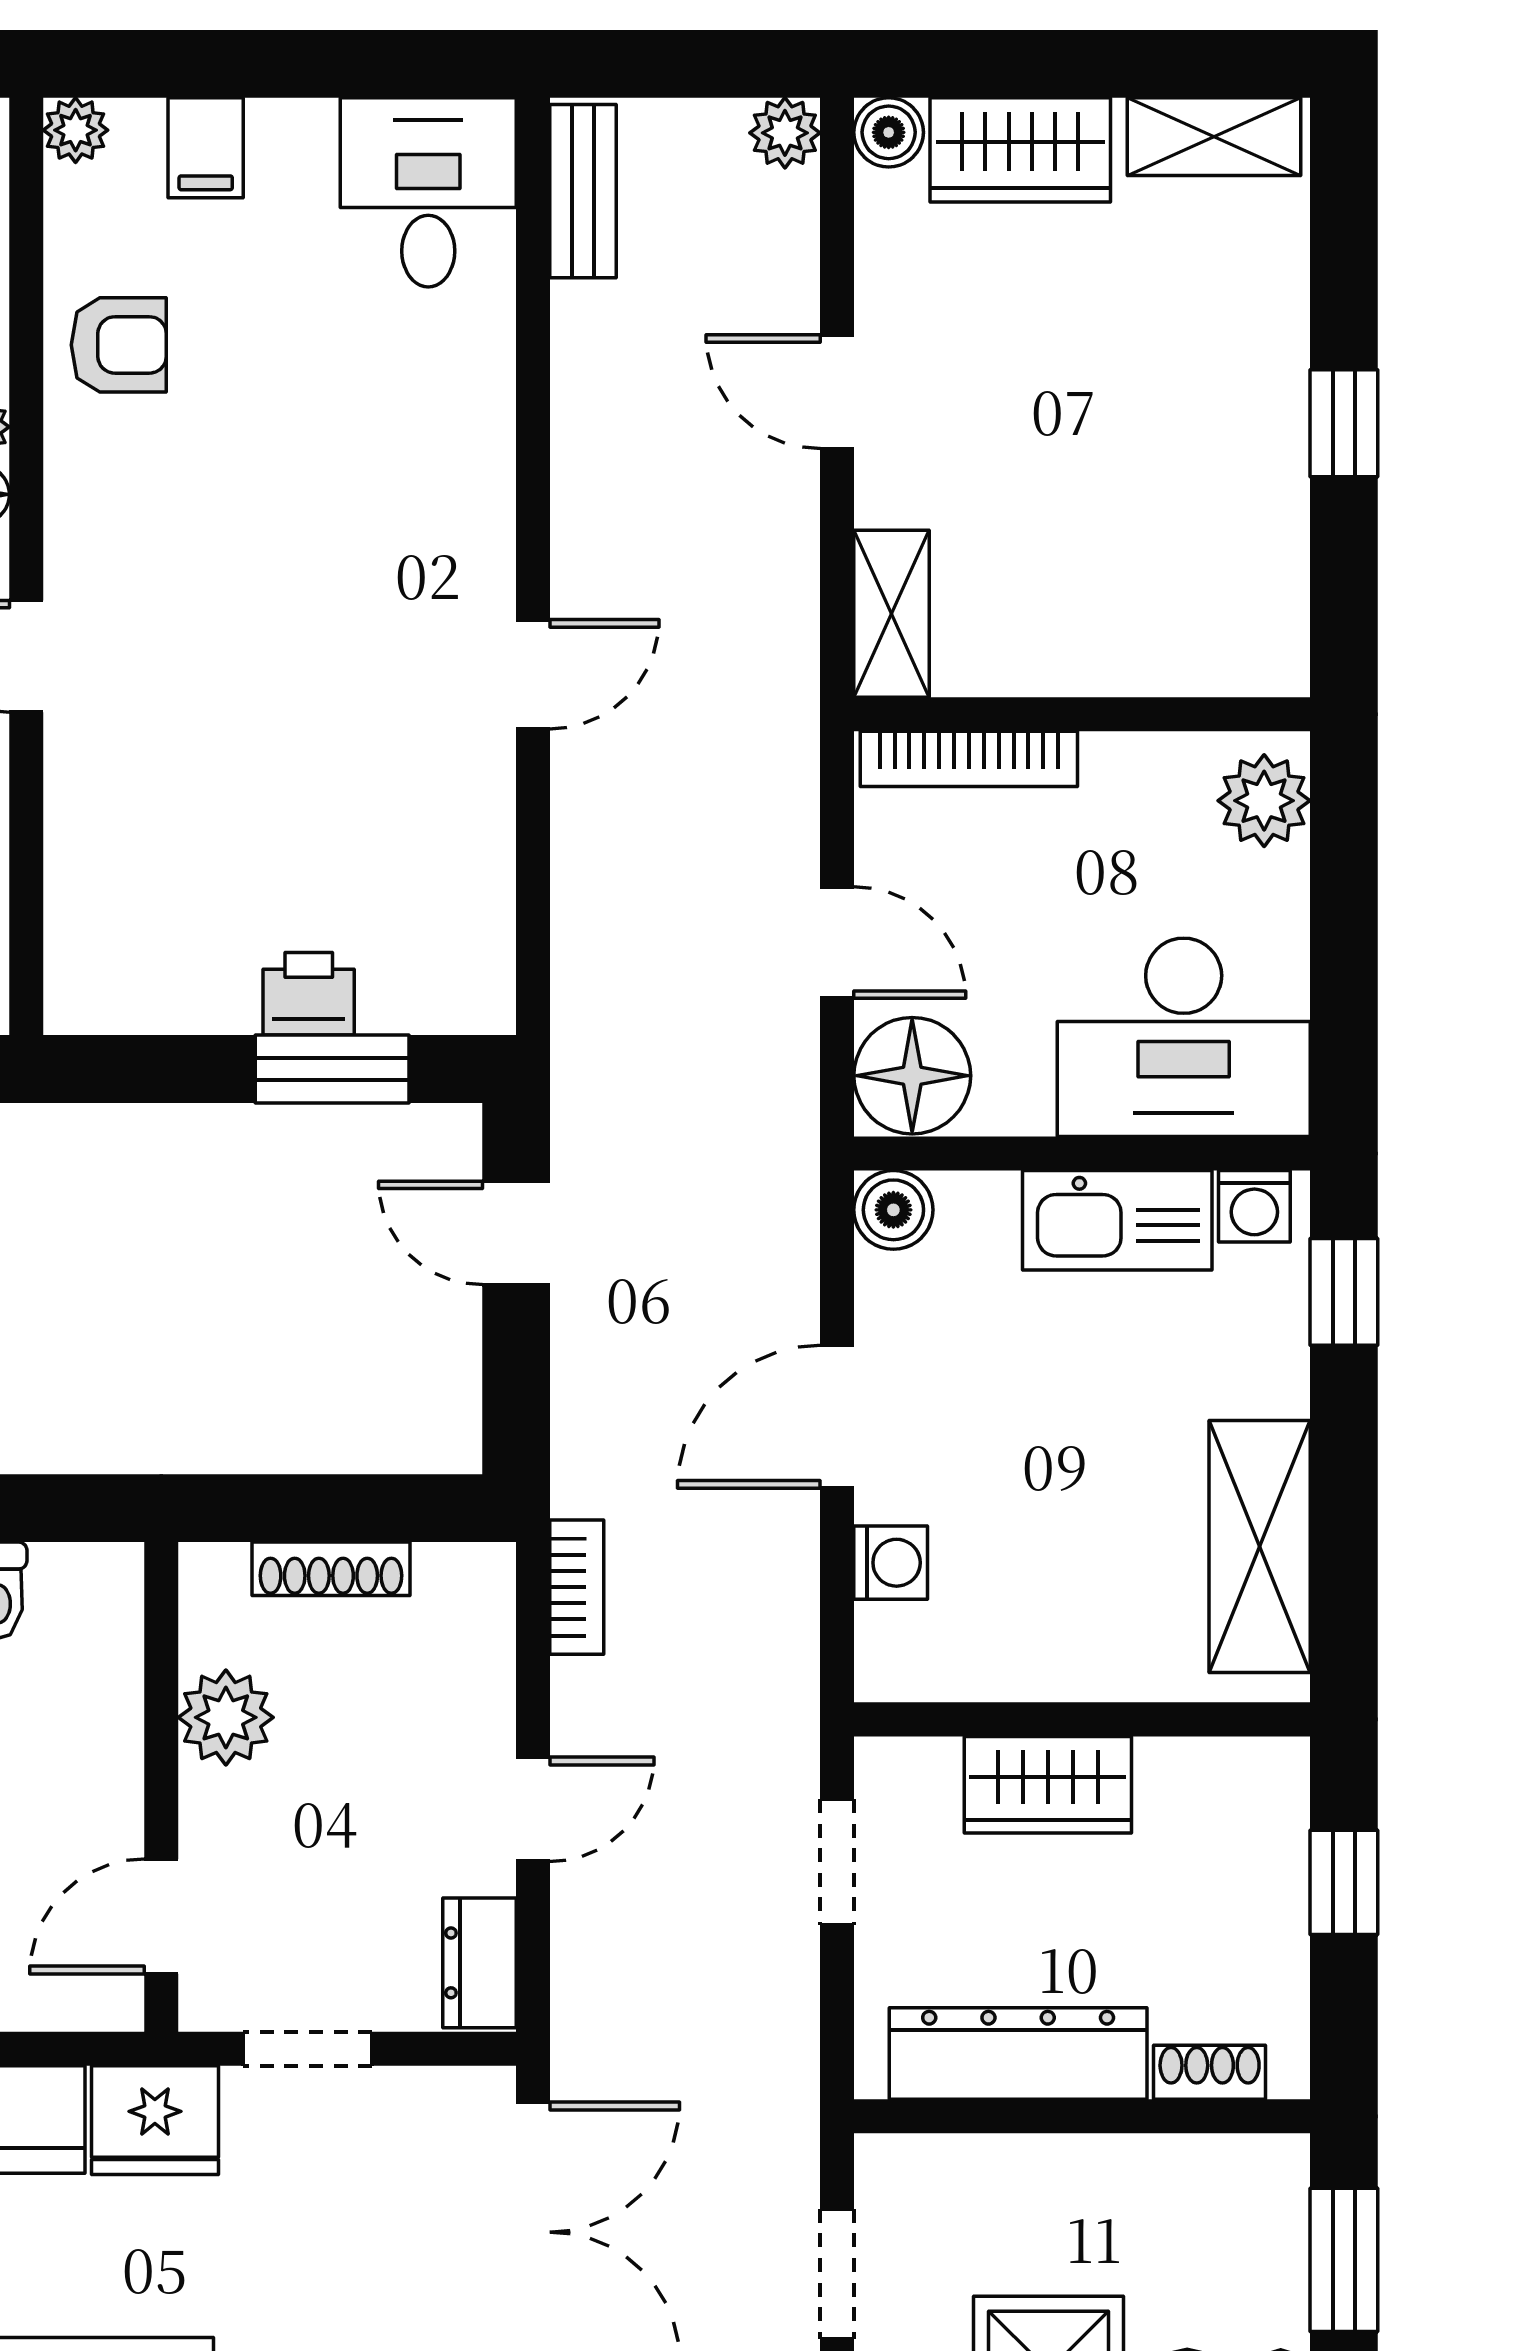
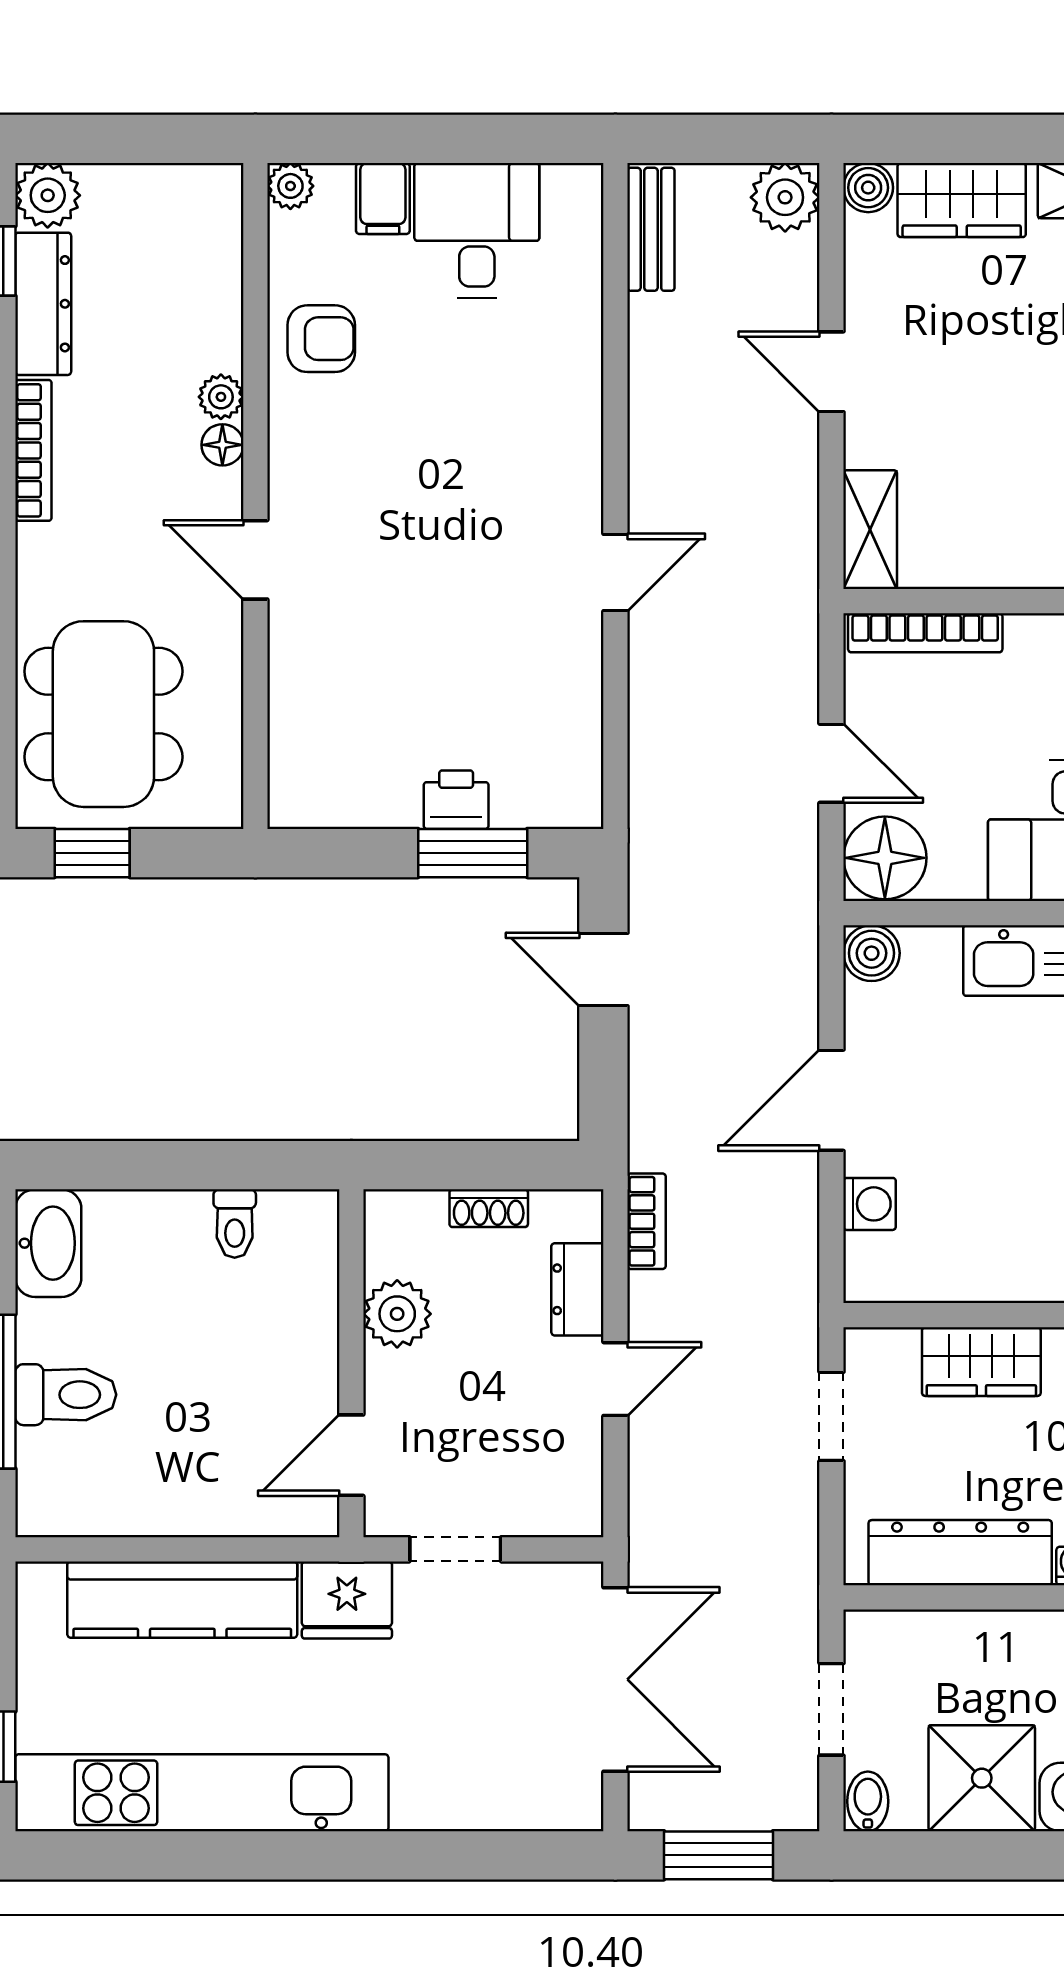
plant: (785, 133) -> (785, 197), width x1.38, depth x1.38
desk: (428, 192) -> (477, 230), moved
shoe rack: (331, 1569) -> (489, 1208), width x0.70
dresser: (479, 1963) -> (577, 1289), moved

